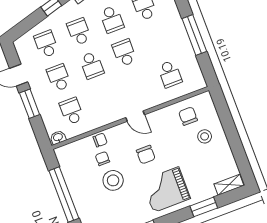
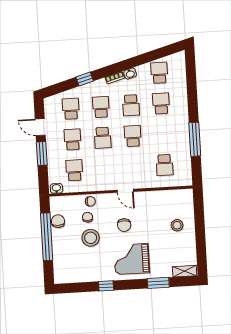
chair: (188, 116) -> (58, 221), moved

